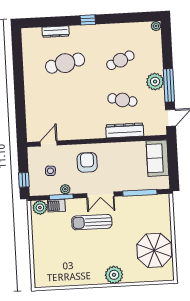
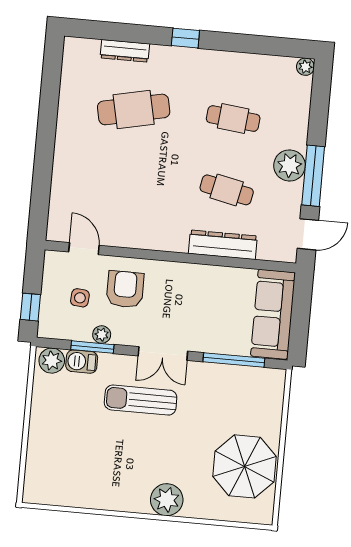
cafe table: (120, 60) -> (233, 119), turned 30
door: (49, 143) -> (84, 249), hinge flipped
sofa: (157, 158) -> (273, 314), width x1.36
armchair: (87, 162) -> (125, 289), moved

